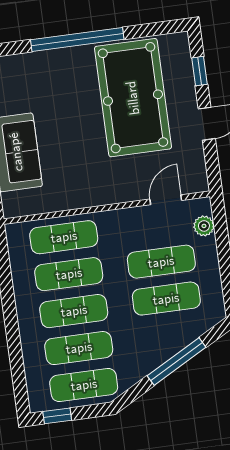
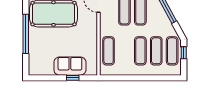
exercise mat: (69, 274) -> (124, 51), removed
window: (57, 416) -> (184, 53), moved

